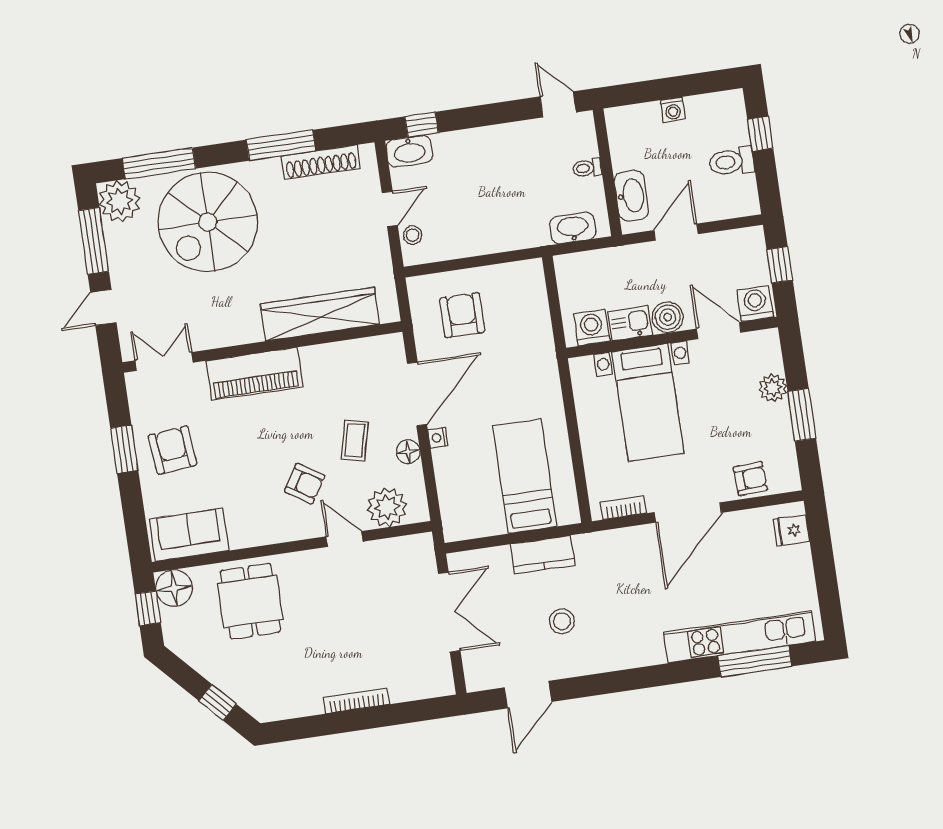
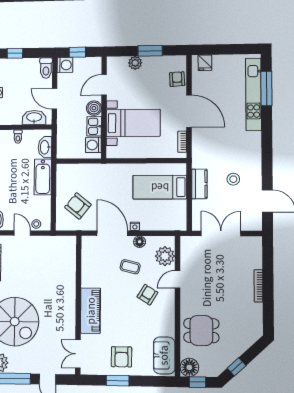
toilet: (731, 161) -> (46, 68), moved
bathtub: (511, 233) -> (43, 177), added
washing machine: (755, 304) -> (65, 65), moved, turned 180
wardrobe: (320, 314) -> (67, 274), removed
armchair: (462, 315) -> (78, 206), turned 39
armchair: (172, 450) -> (121, 357), turned -84
window: (218, 702) -> (237, 367), moved

